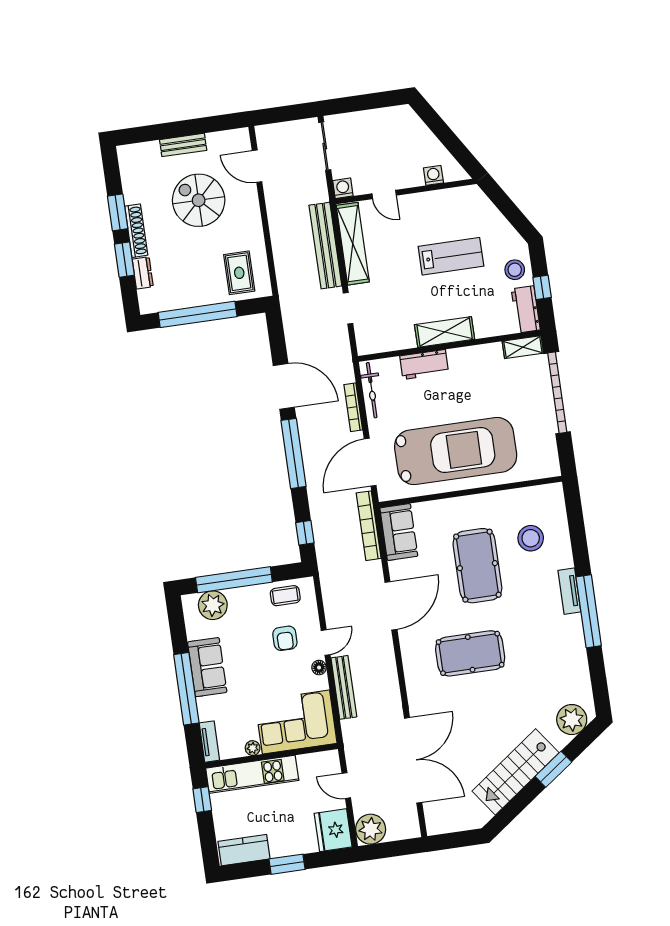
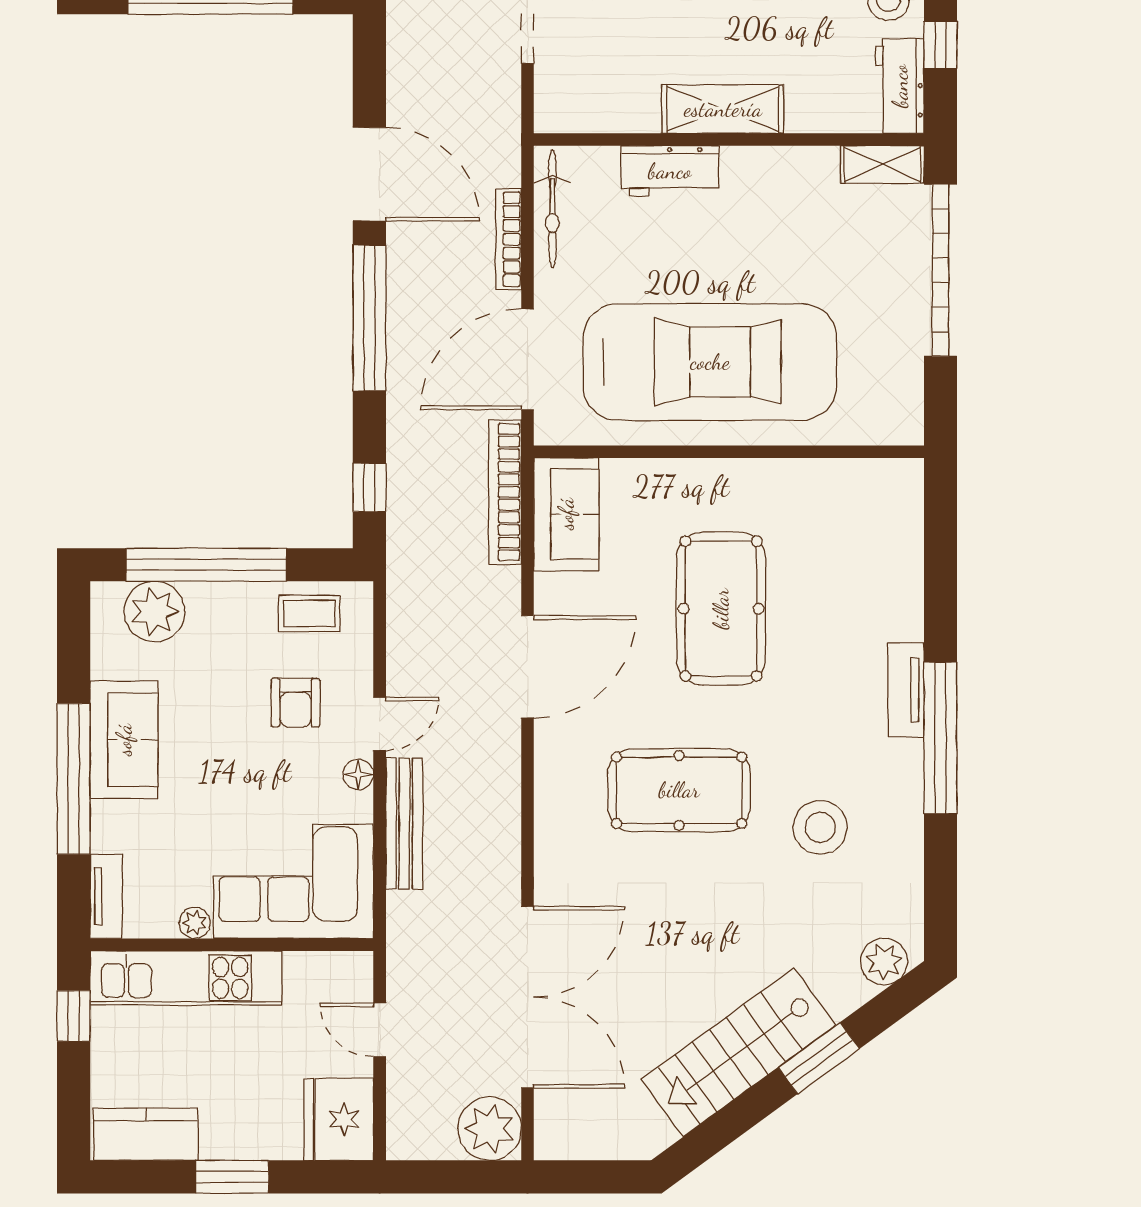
stool: (531, 538) -> (820, 827), moved
plant: (572, 720) -> (884, 961), width x0.73, depth x0.73
plant: (371, 829) -> (490, 1129), moved

